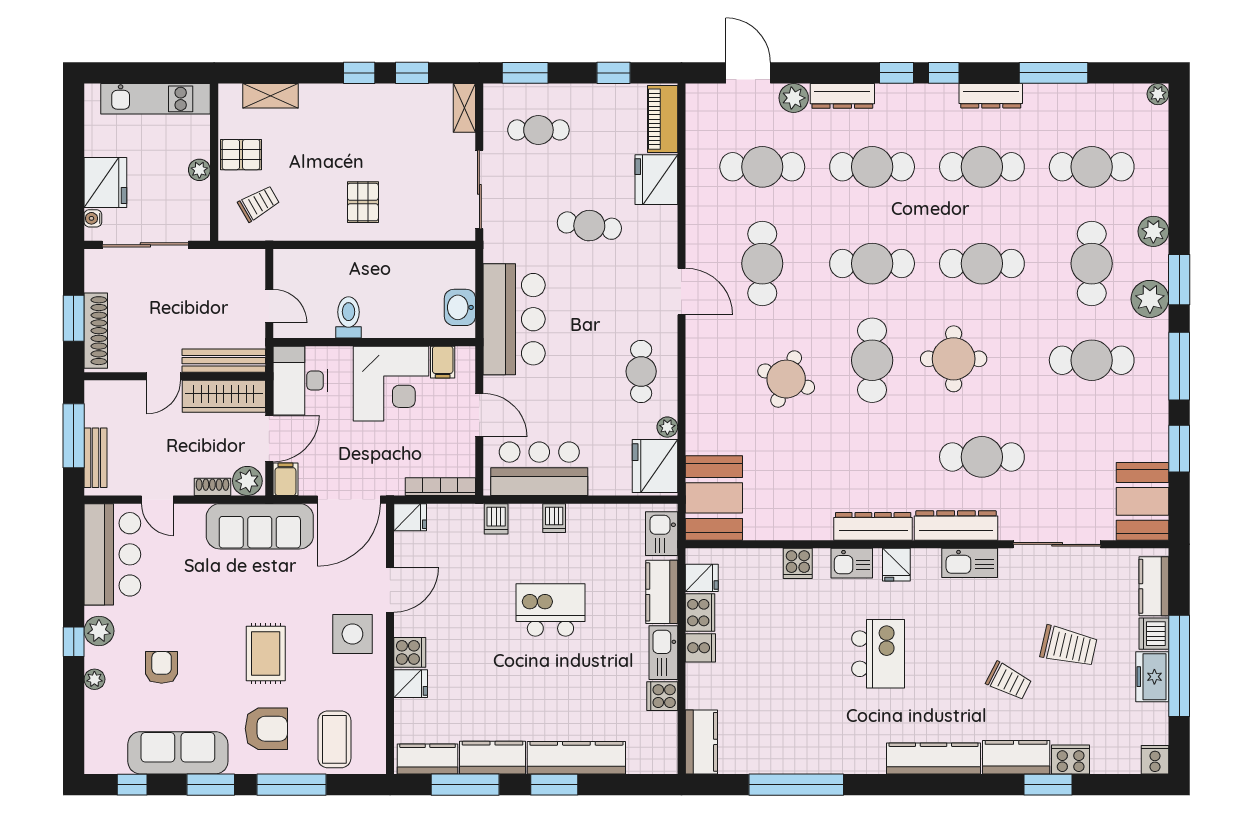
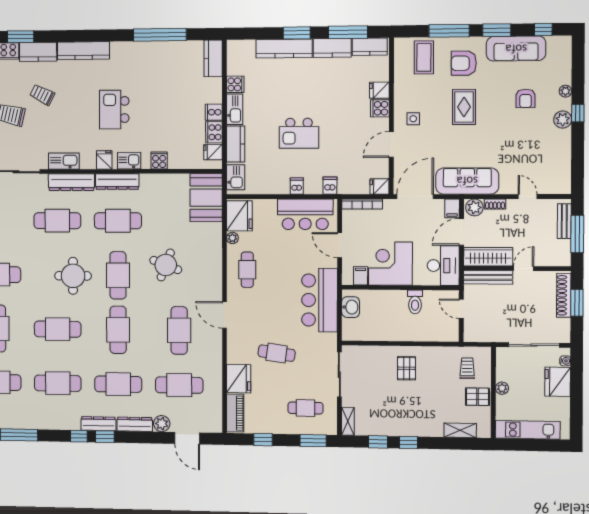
dresser: (991, 96) -> (98, 424), moved
trolley: (259, 203) -> (467, 368), turned 120
cafe table: (872, 264) -> (118, 330), turned 90
cafe table: (872, 457) -> (118, 221), added
bar counter: (112, 554) -> (554, 164), removed
side table: (352, 634) -> (413, 119), width x0.54, depth x0.54

